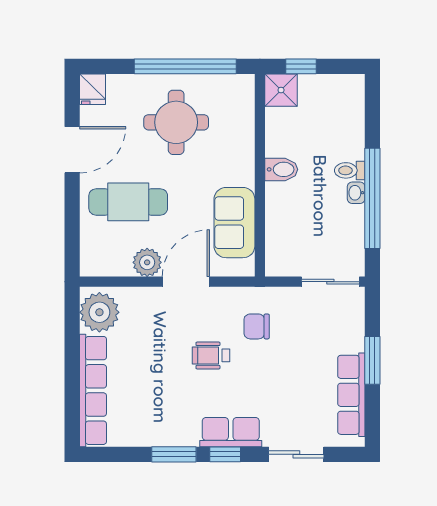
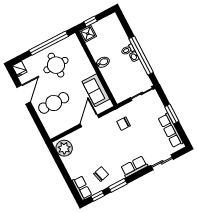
plant: (147, 262) -> (72, 121), removed
wheelchair: (211, 355) -> (113, 143), removed
row of seats: (93, 390) -> (82, 188), width x0.50
chair: (150, 411) -> (101, 174), added
window: (225, 454) -> (98, 196), moved

